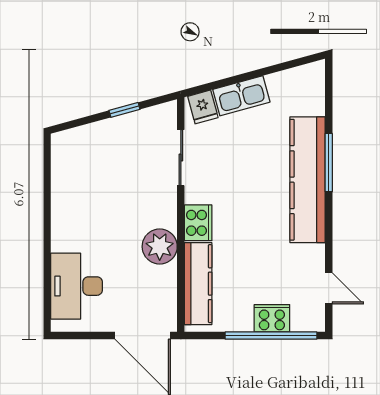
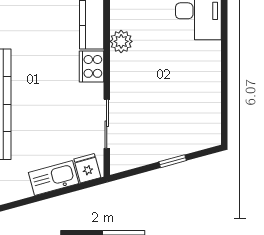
window: (124, 110) -> (173, 161), moved
plant: (160, 247) -> (121, 41), width x0.73, depth x0.73

